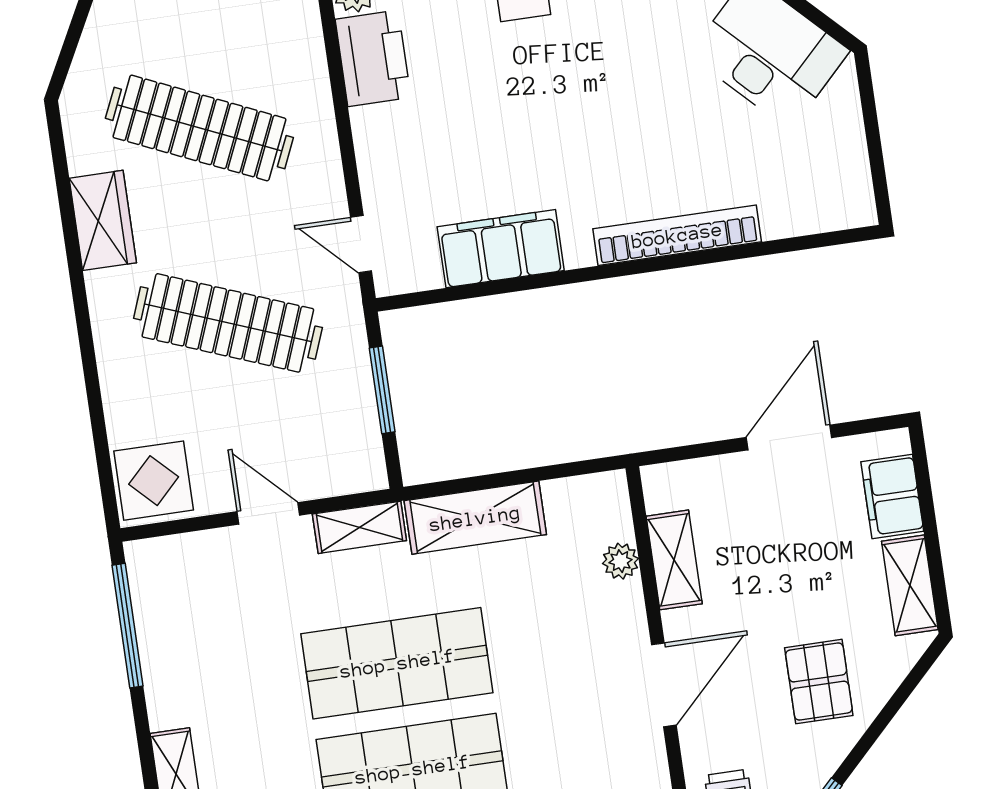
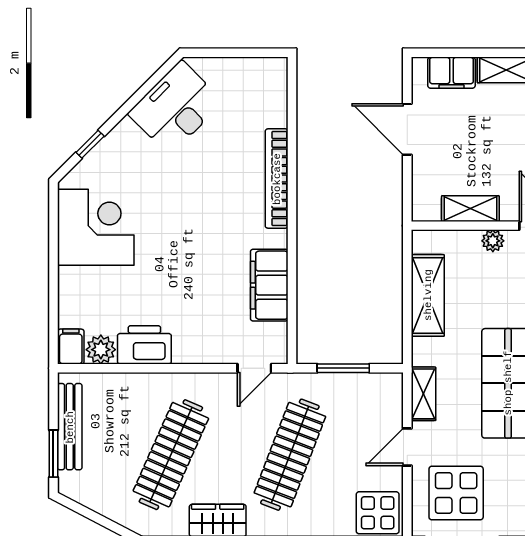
shelving: (475, 518) -> (428, 295), moved
plant: (620, 561) -> (493, 241), moved
display table: (205, 604) -> (456, 493), added

